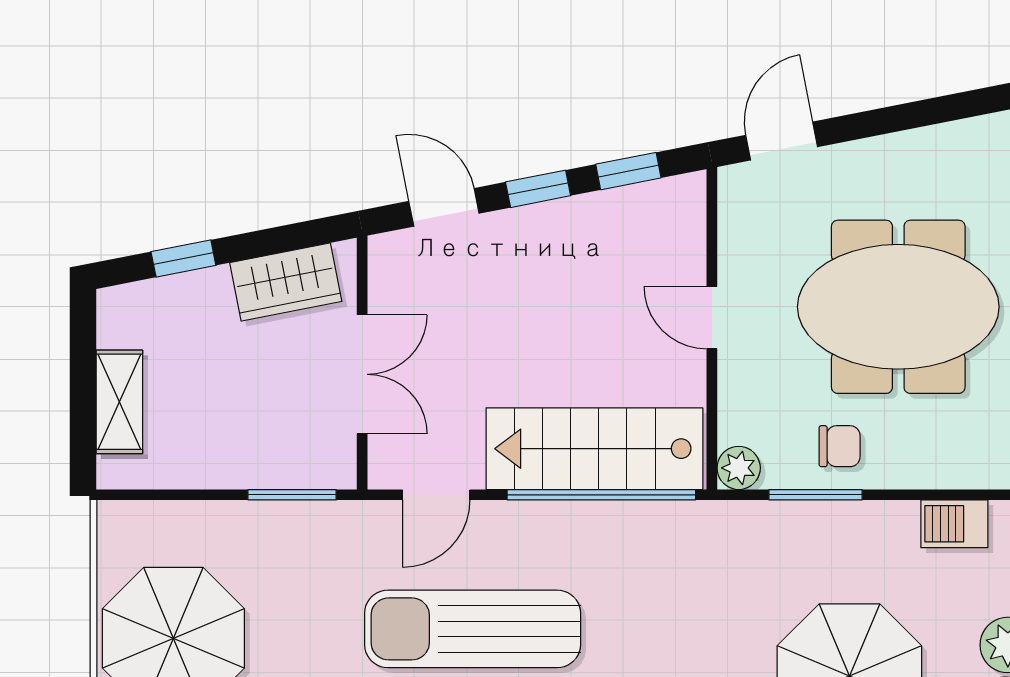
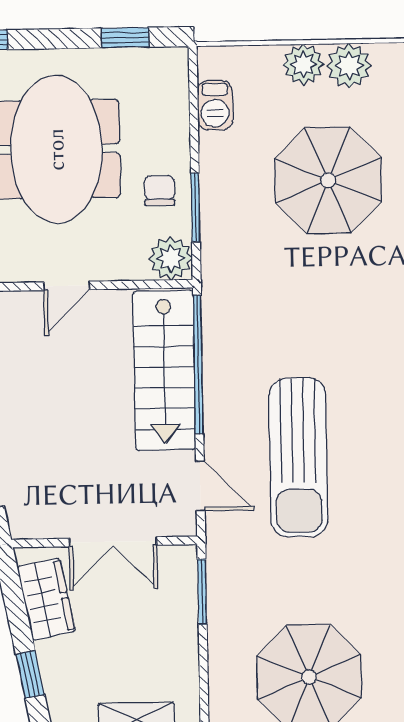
double door: (362, 374) -> (113, 542), swing flipped
plant: (739, 468) -> (171, 258), width x1.38, depth x1.38

